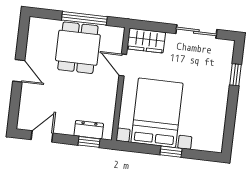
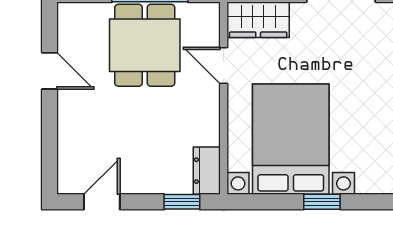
door: (19, 71) -> (50, 71), moved
dresser: (89, 130) -> (207, 171), moved, turned -90

